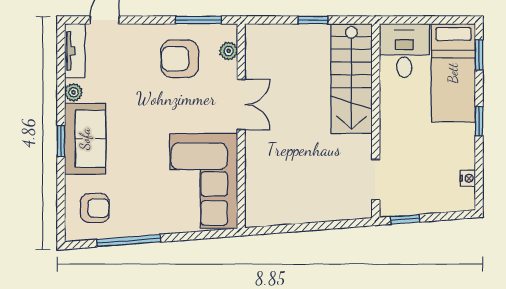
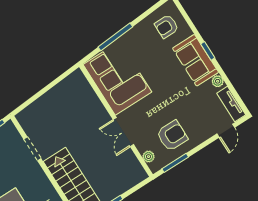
doorway: (376, 180) -> (32, 149), moved
window: (129, 241) -> (115, 37), moved

